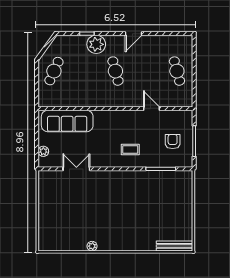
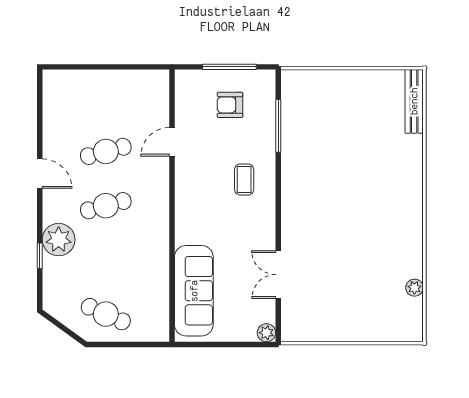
cafe table: (177, 71) -> (106, 151), moved
plant: (43, 151) -> (266, 333), moved
plant: (92, 246) -> (414, 288), moved

